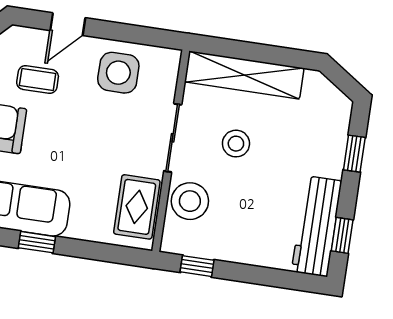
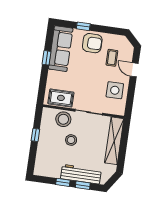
stool: (236, 144) -> (71, 140), moved
workbench: (317, 226) -> (81, 174), moved
window: (342, 235) -> (63, 182), moved
window: (197, 266) -> (35, 135), moved

